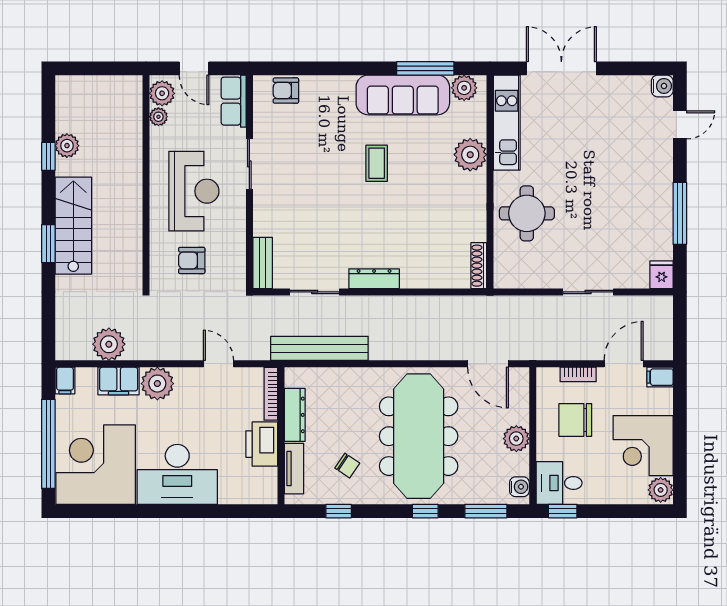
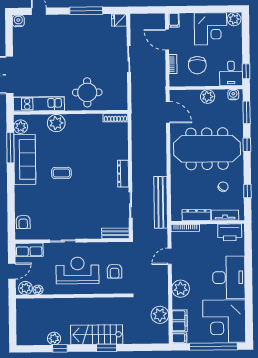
door: (488, 364) -> (168, 112), hinge flipped
filing cabinet: (119, 381) -> (180, 321), moved
printer: (262, 444) -> (230, 232), moved

